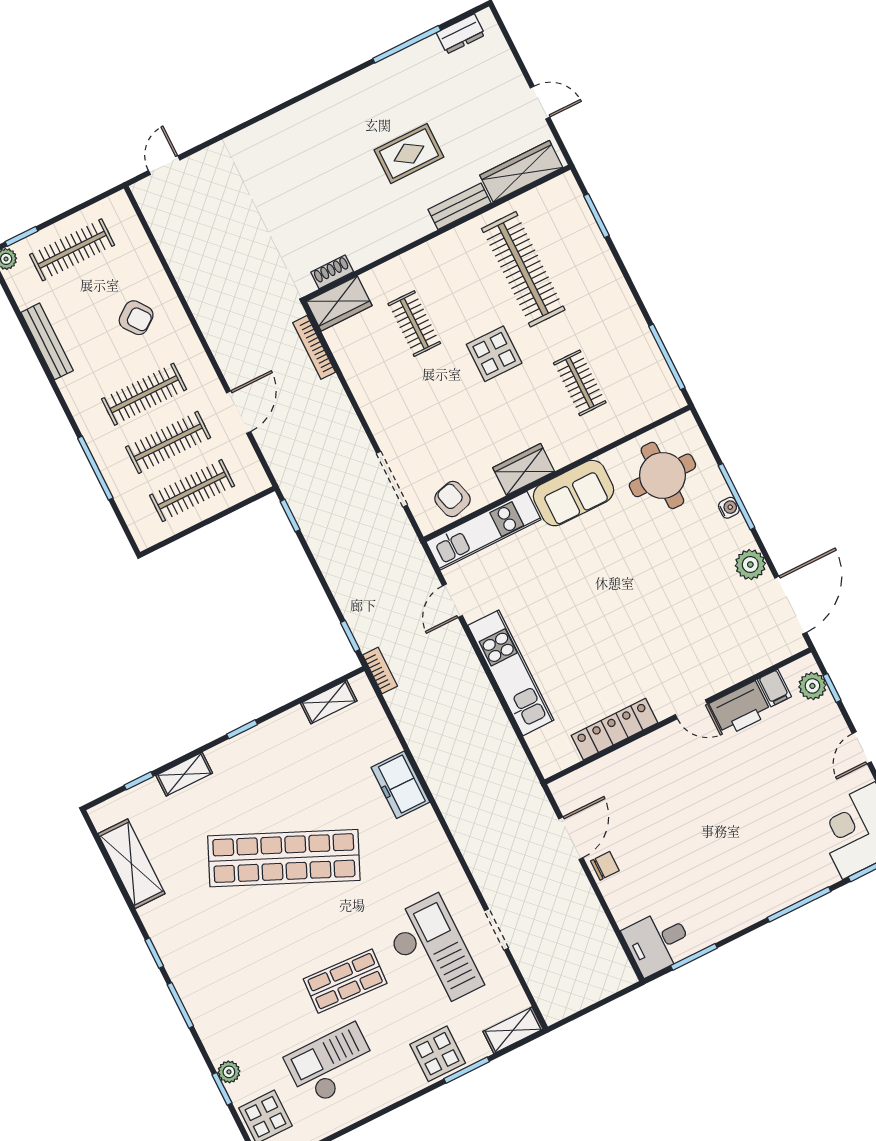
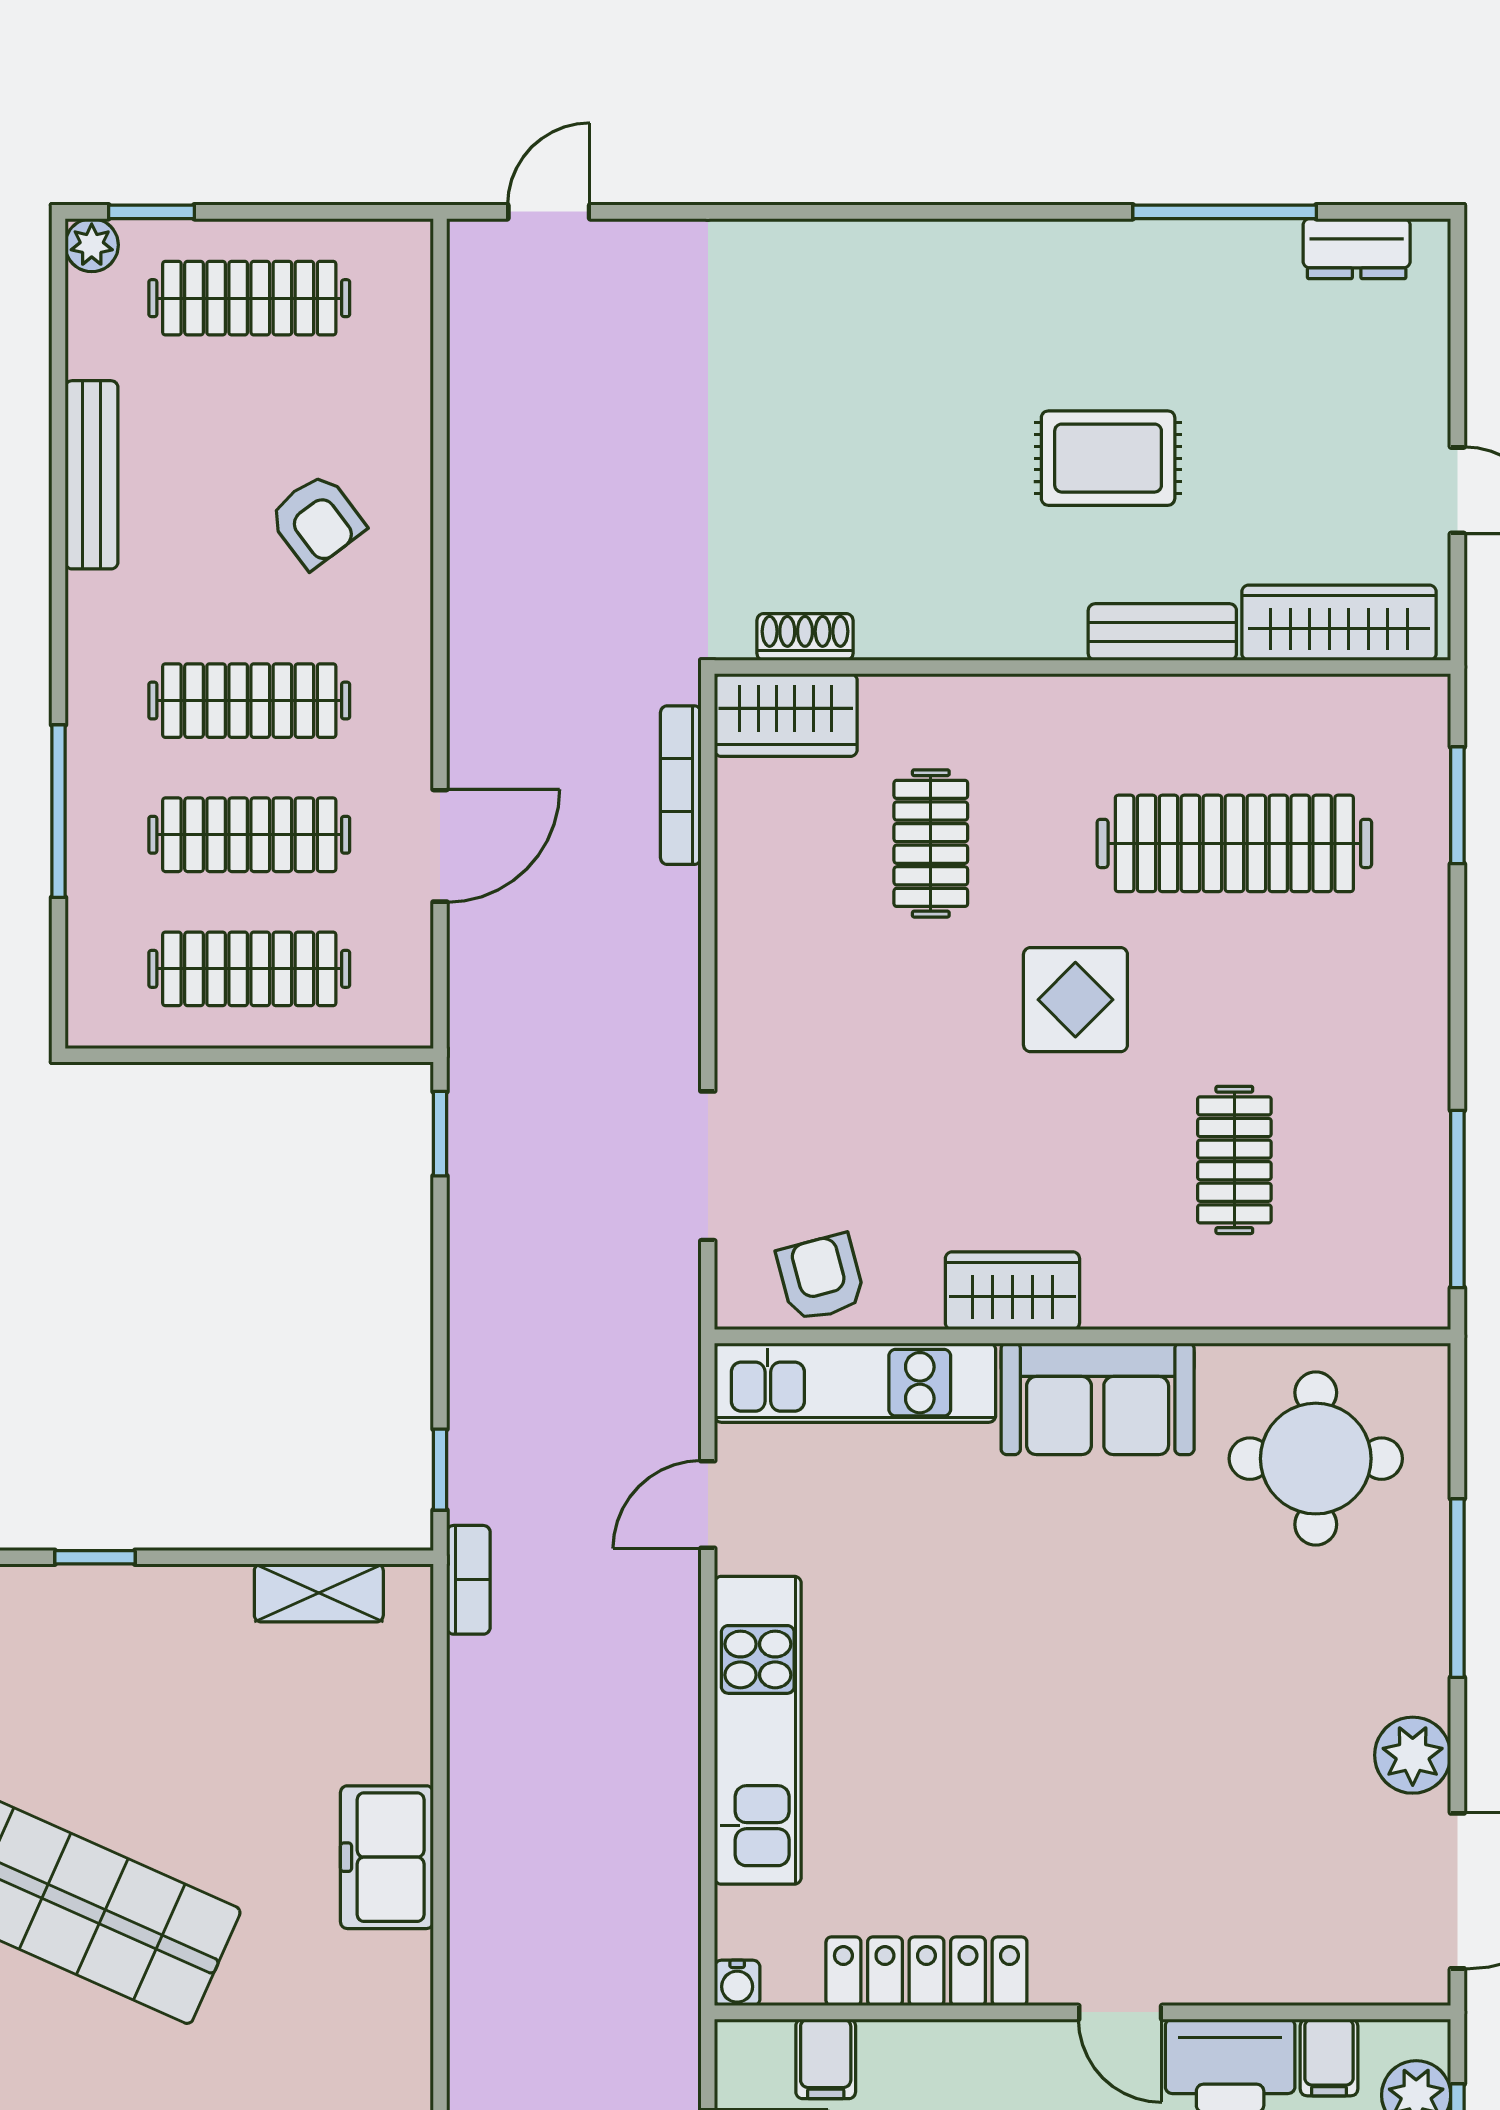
clothes rail: (523, 269) -> (1234, 843), turned 90
water cooler: (729, 508) -> (737, 1983), moved, turned 90
filing cabinet: (594, 779) -> (826, 2059), added

